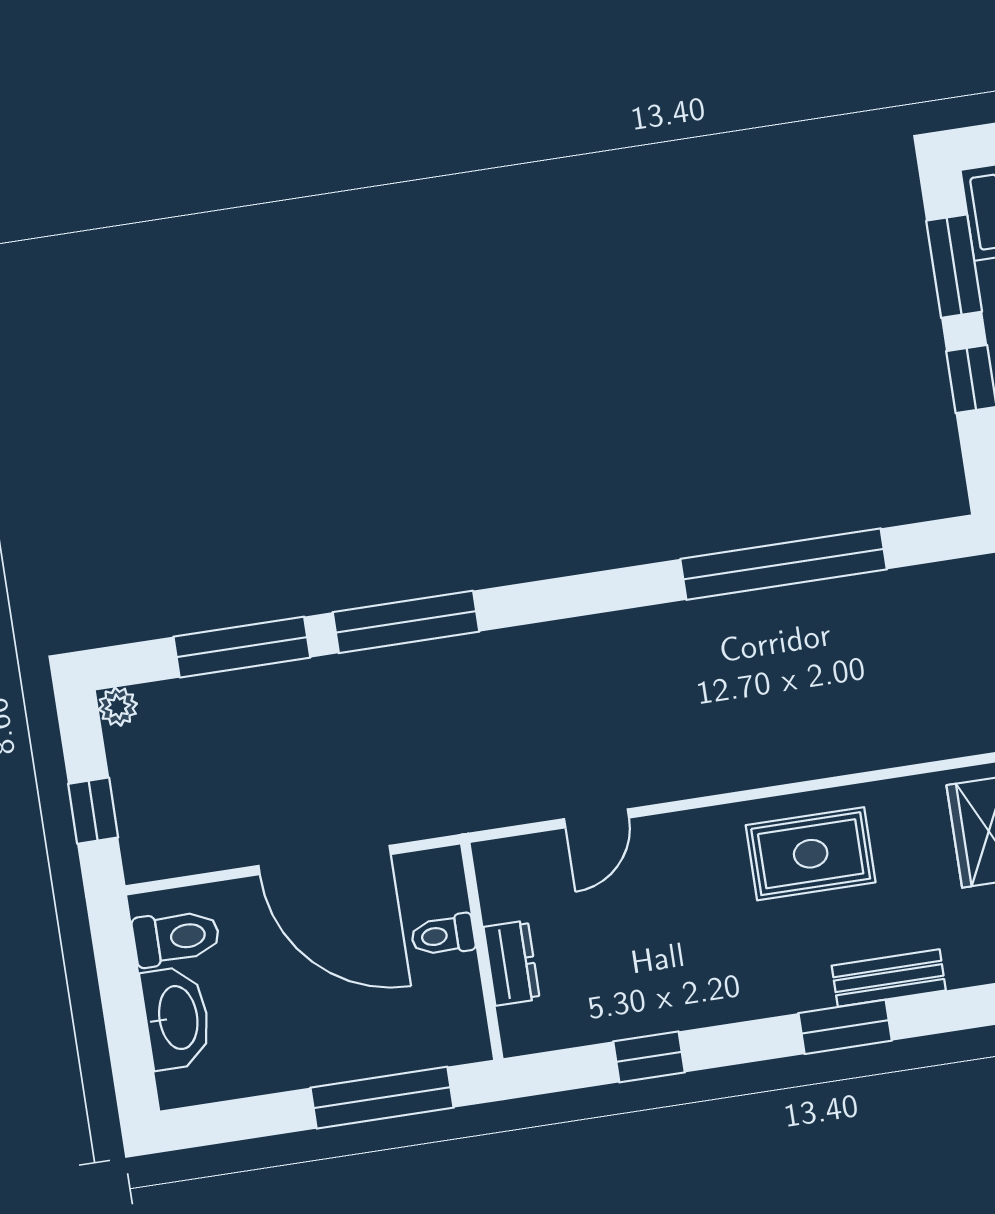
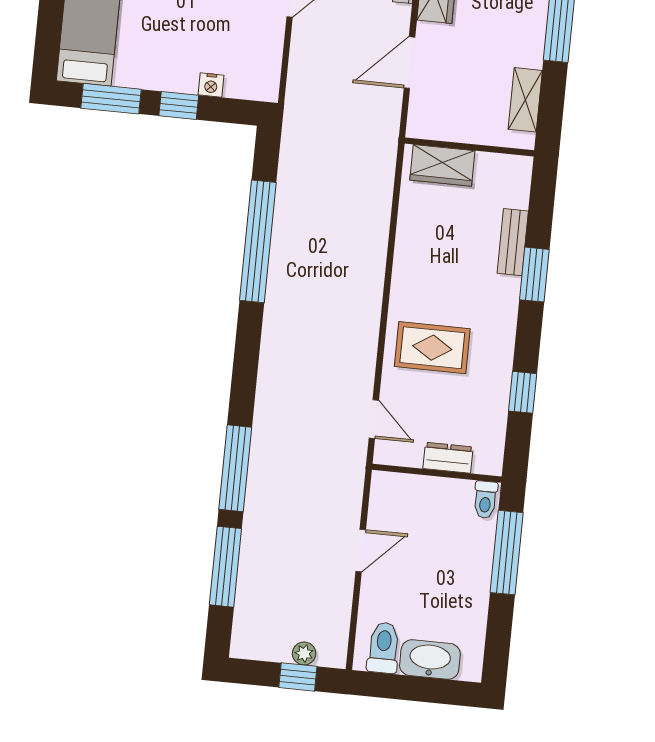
plant: (118, 707) -> (304, 653), moved
door: (597, 818) -> (374, 419), moved
rug: (811, 854) -> (432, 348), moved, turned 90
door: (325, 860) -> (361, 550), width x0.53
toilet: (443, 935) -> (485, 500), moved

